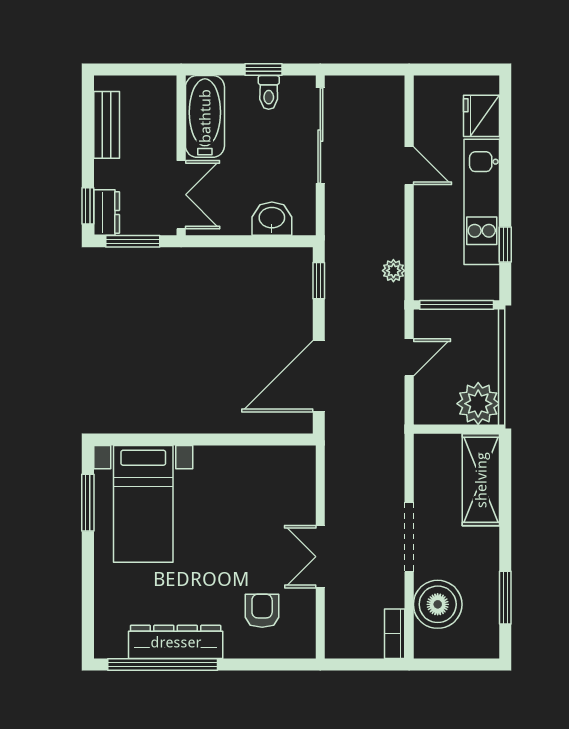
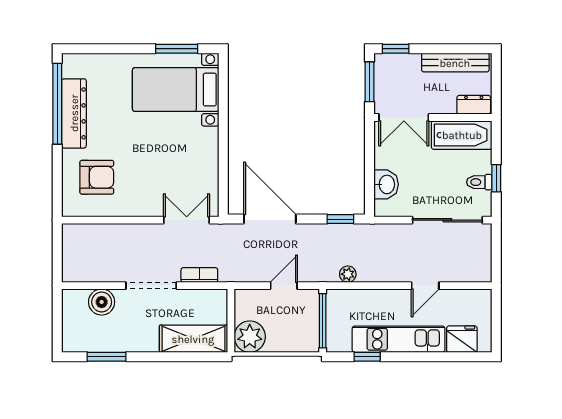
bench: (107, 125) -> (455, 63), width x1.36
dresser: (107, 212) -> (474, 105), moved, turned 180
door: (409, 357) -> (284, 286), swing flipped
double door: (320, 557) -> (187, 220), moved
boiler: (438, 604) -> (102, 302), width x0.73, depth x0.73
armchair: (262, 611) -> (97, 177), width x1.38, depth x1.38
bookcase: (395, 634) -> (199, 275), moved

